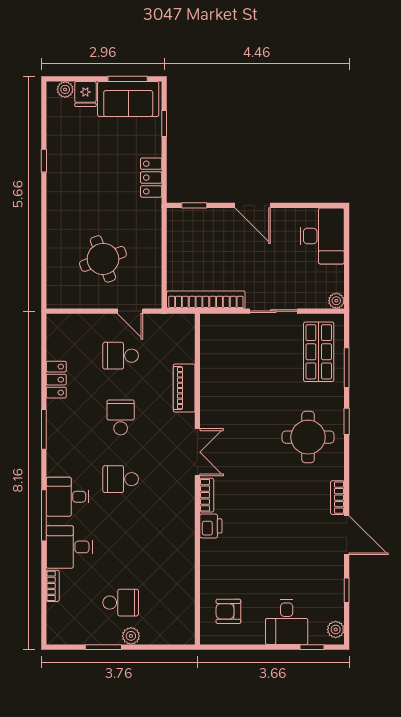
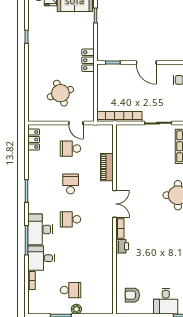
locker: (151, 178) -> (88, 60), moved
locker: (56, 380) -> (34, 139), moved
desk: (68, 497) -> (40, 229), width x1.37

